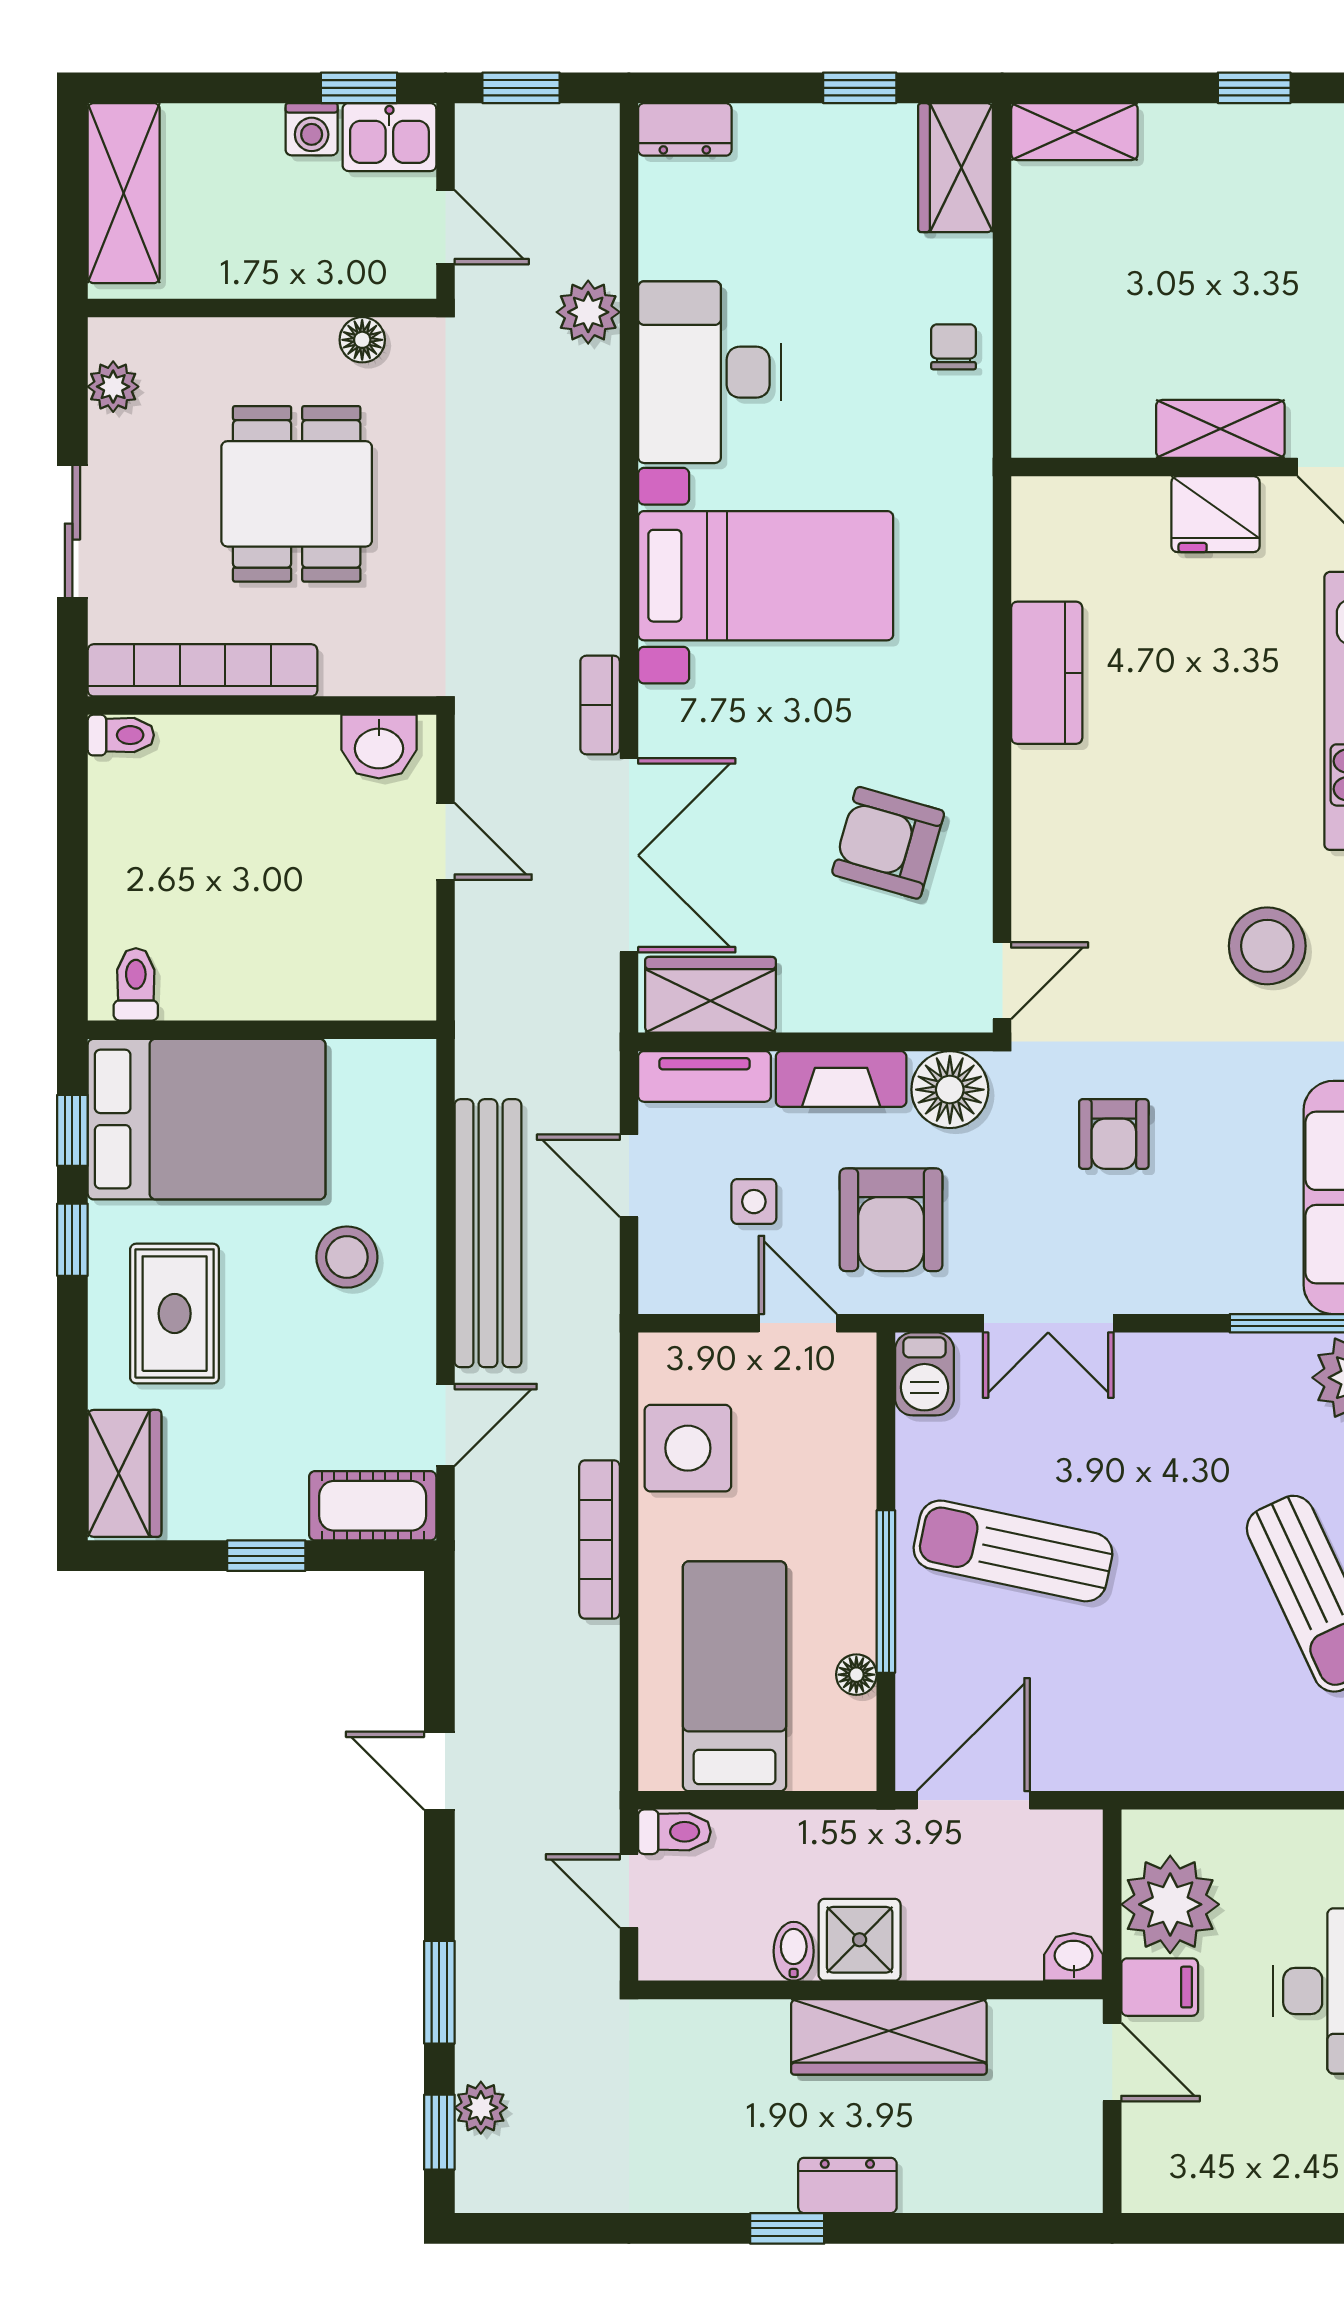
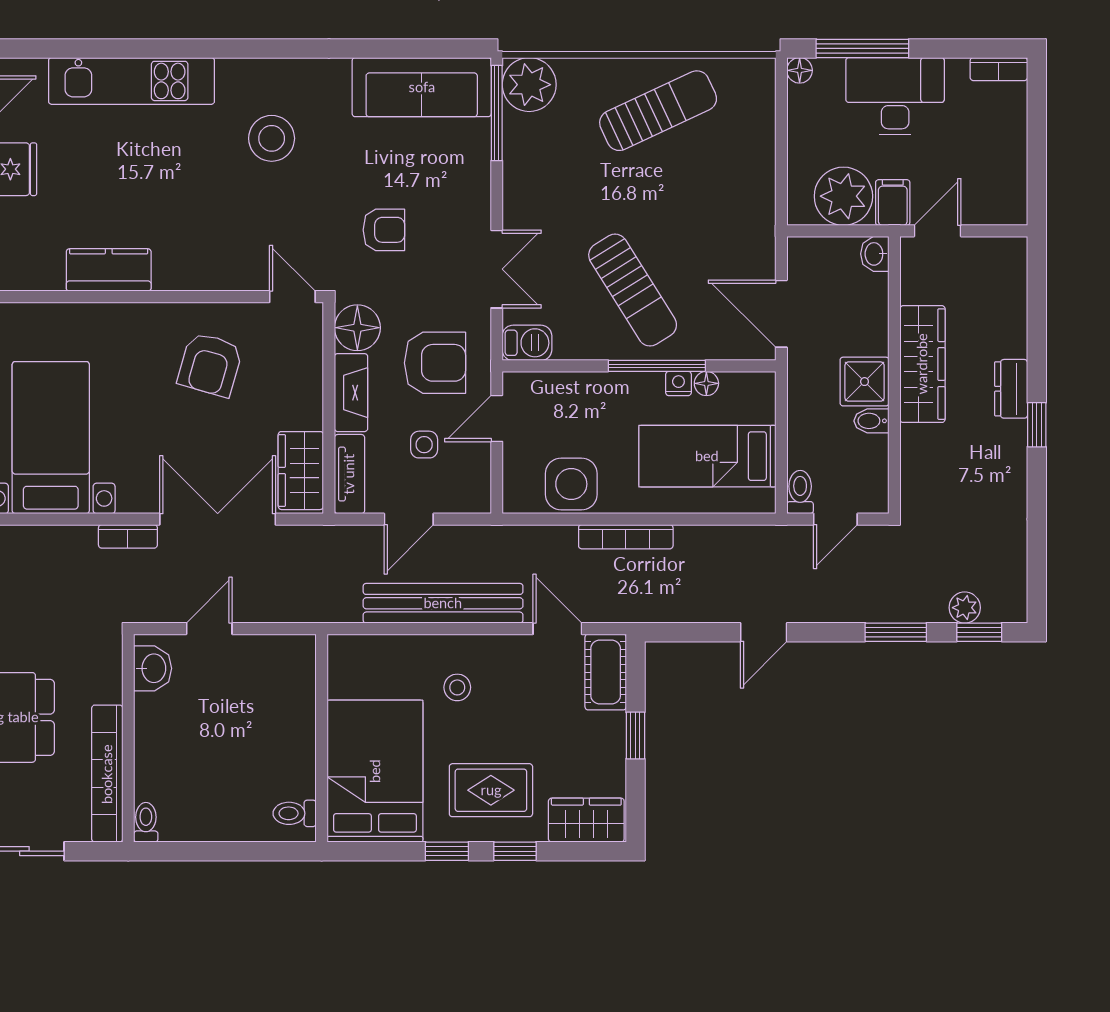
window: (72, 1130) -> (515, 851), moved
stool: (347, 1257) -> (457, 687), width x0.73, depth x0.73
sun lounger: (1013, 1551) -> (633, 290), turned -44
nightstand: (856, 1628) -> (678, 383), added

